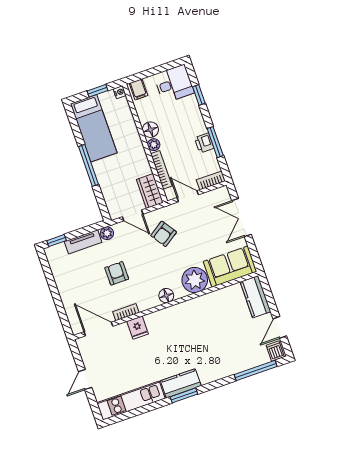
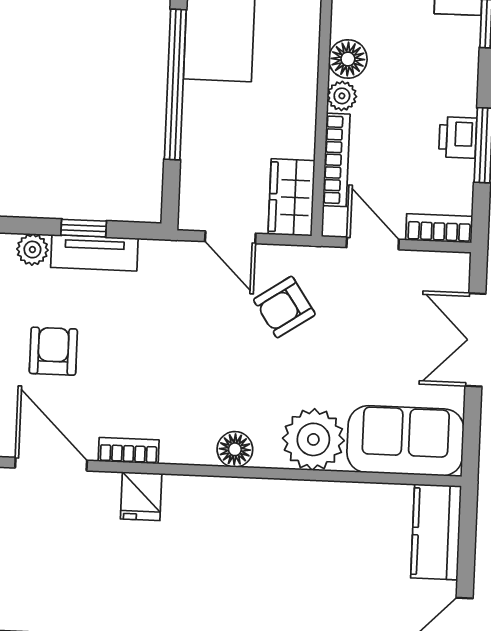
window: (88, 165) -> (175, 85), width x1.46
plant: (107, 233) -> (32, 250), moved
window: (57, 241) -> (84, 228), moved
armchair: (117, 273) -> (53, 351), moved

